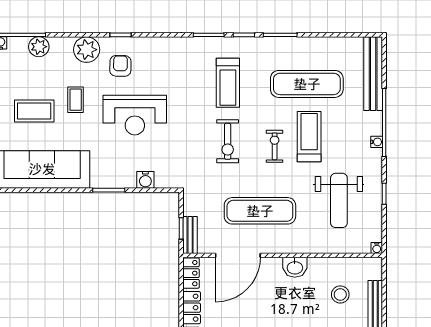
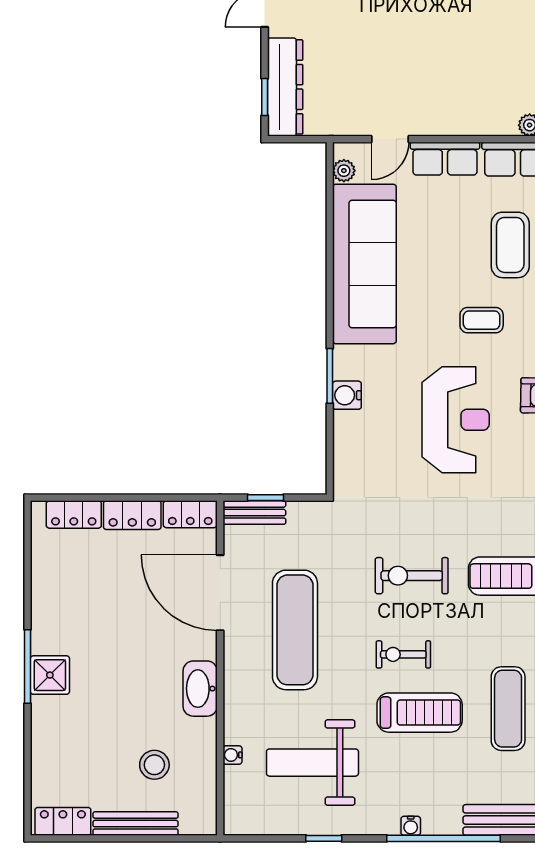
exercise mat: (307, 84) -> (508, 709), width x0.73, depth x0.69
coffee table: (34, 111) -> (510, 245), moved
reception desk: (135, 115) -> (456, 420), turned 180
exercise bike: (275, 146) -> (403, 654), turned 180
water cooler: (145, 180) -> (347, 395), moved
water cooler: (377, 248) -> (232, 755), moved
washbasin: (295, 267) -> (200, 689), width x1.38

